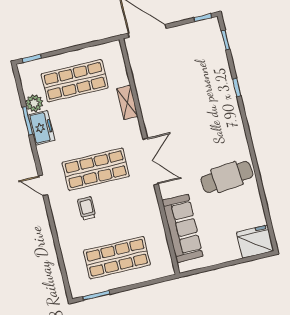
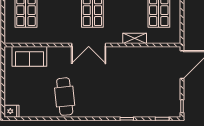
sofa: (183, 228) -> (29, 56), width x0.73
fridge: (255, 242) -> (11, 111), width x0.53, depth x0.75

